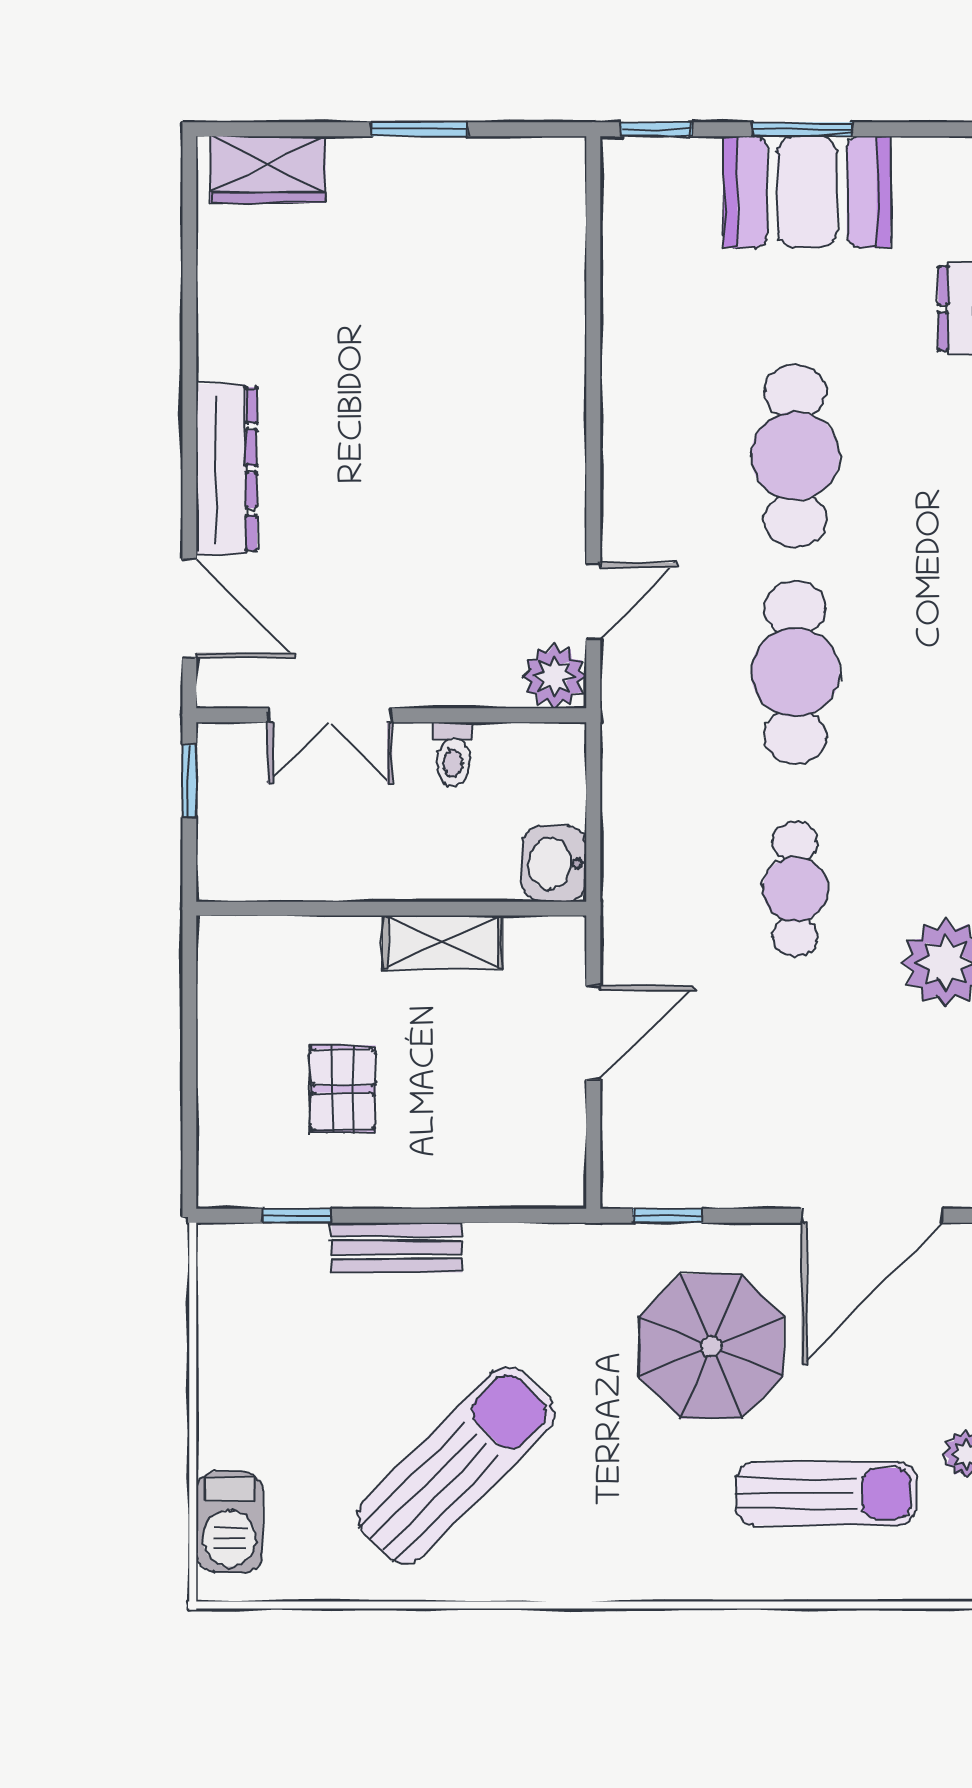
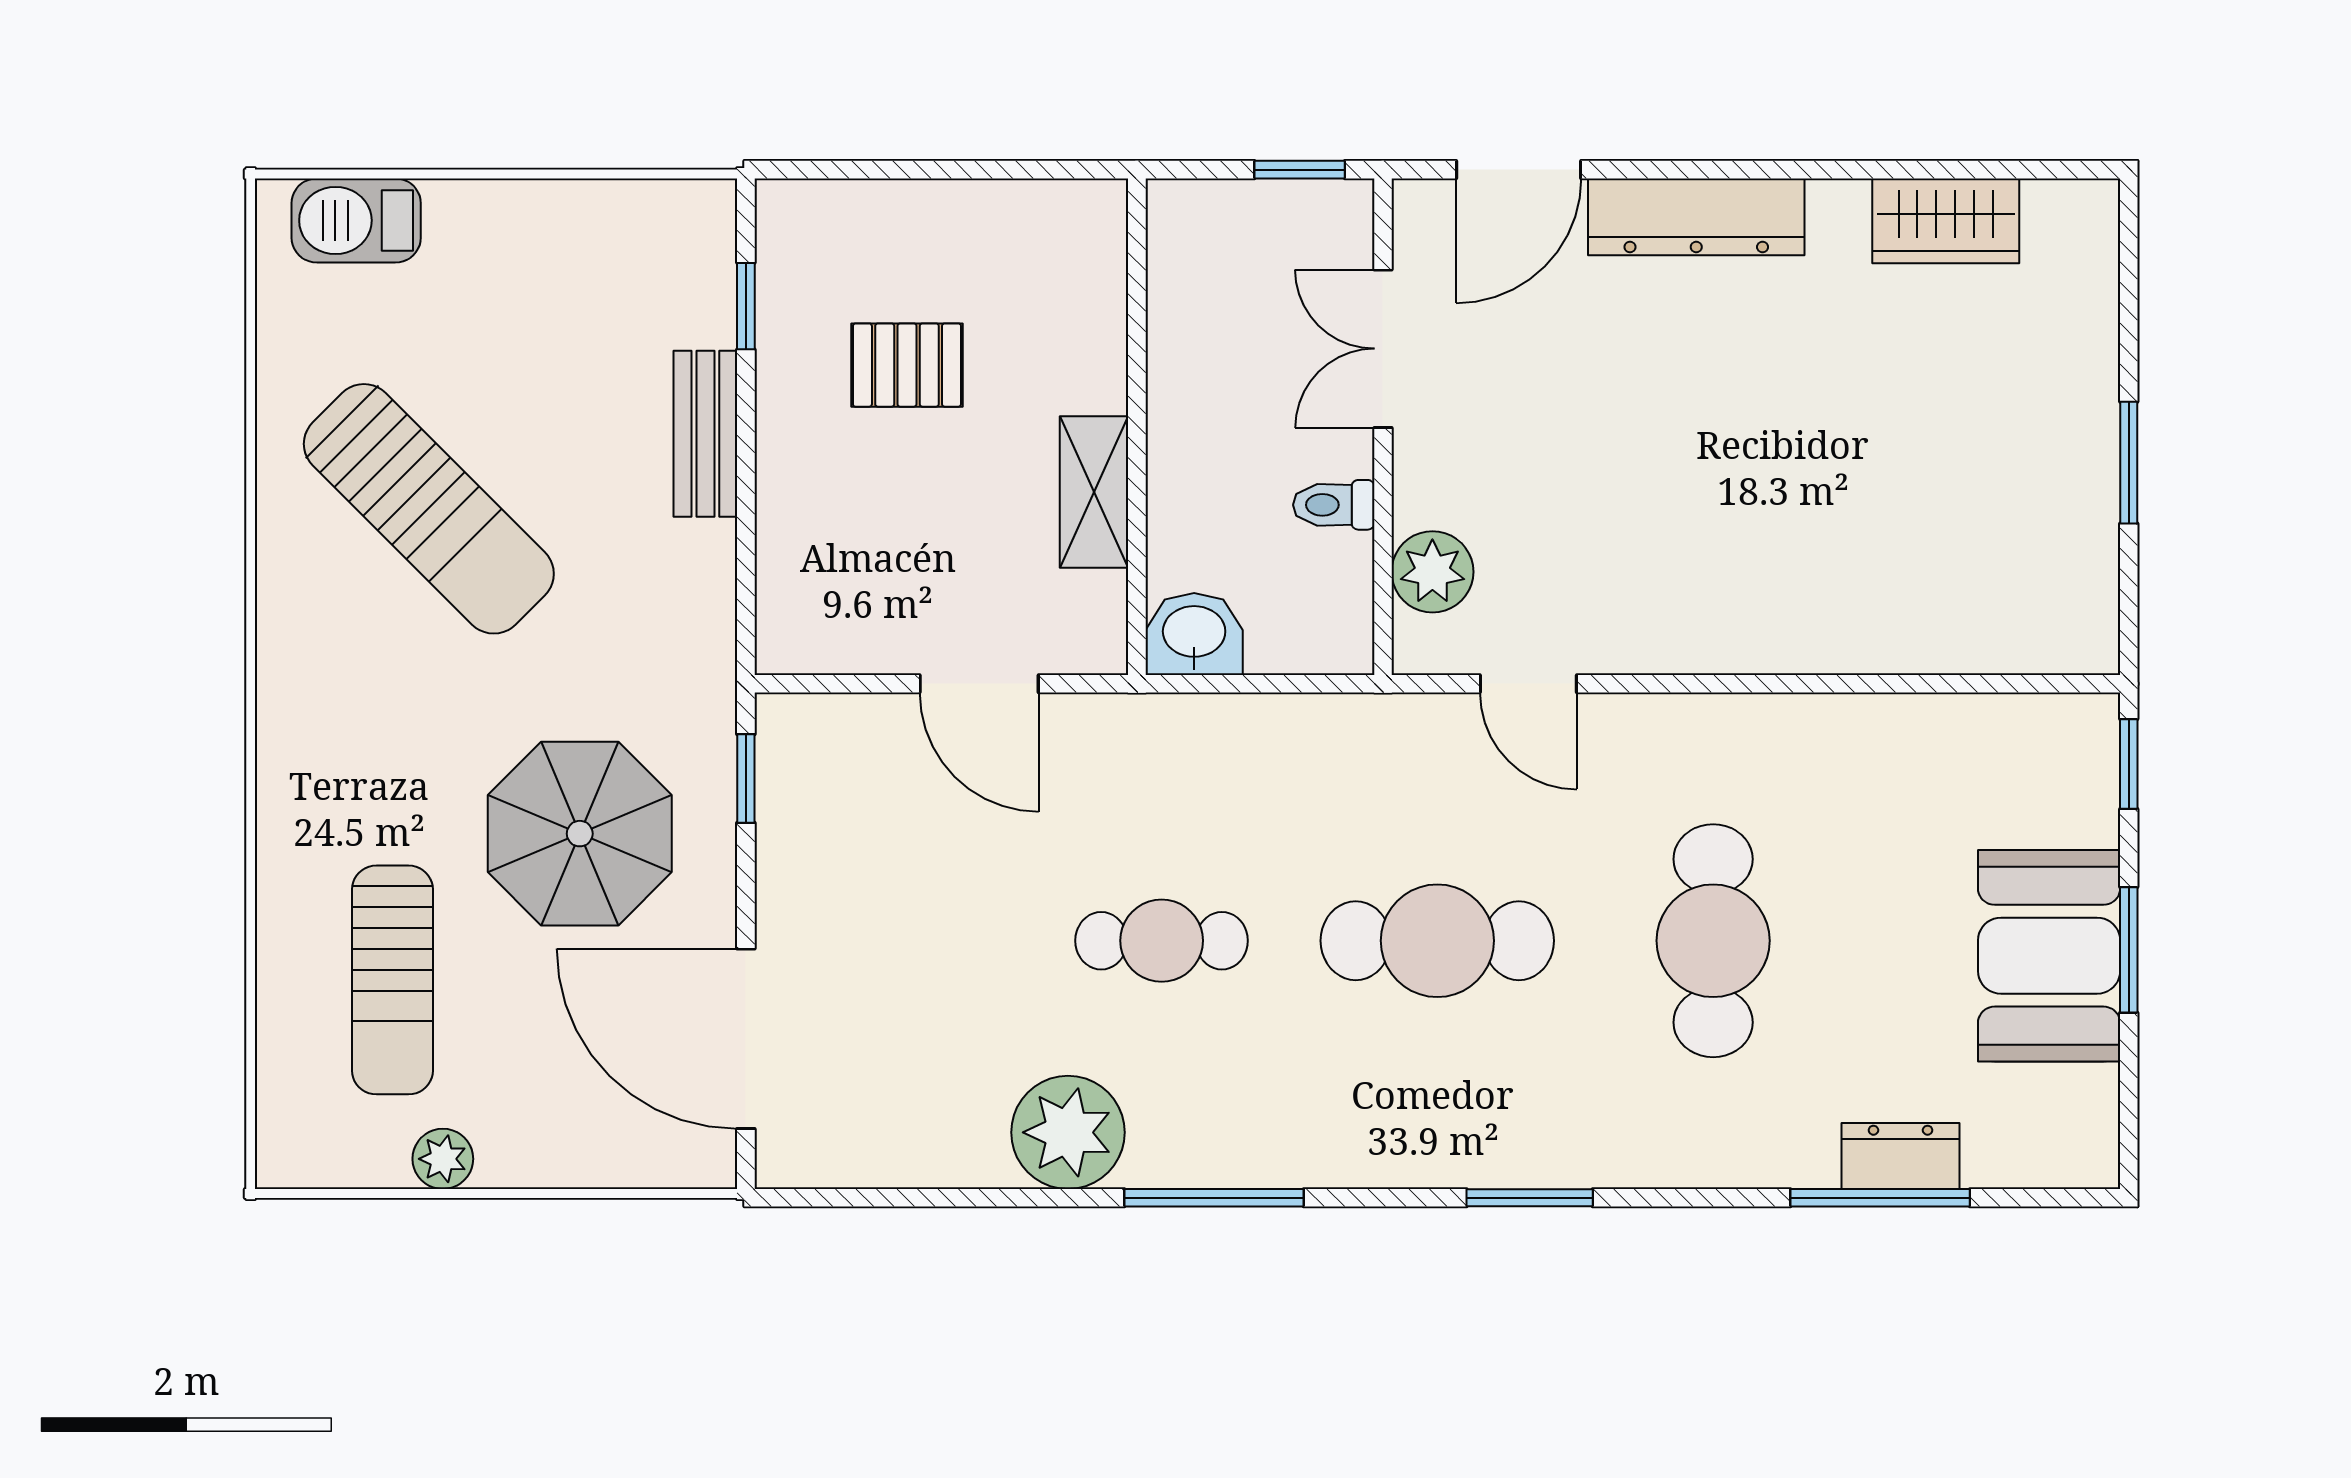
wardrobe: (268, 169) -> (1946, 221), moved, turned -90
cafe table: (795, 456) -> (1713, 941), turned 90
plant: (554, 676) -> (1432, 572), moved

